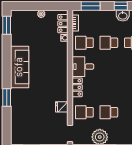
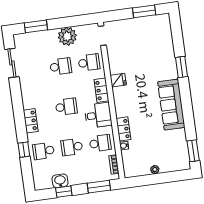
locker: (63, 24) -> (124, 129), moved
school desk: (109, 43) -> (72, 147), turned 180
school desk: (109, 78) -> (66, 107), added
fridge: (62, 107) -> (118, 80), moved

